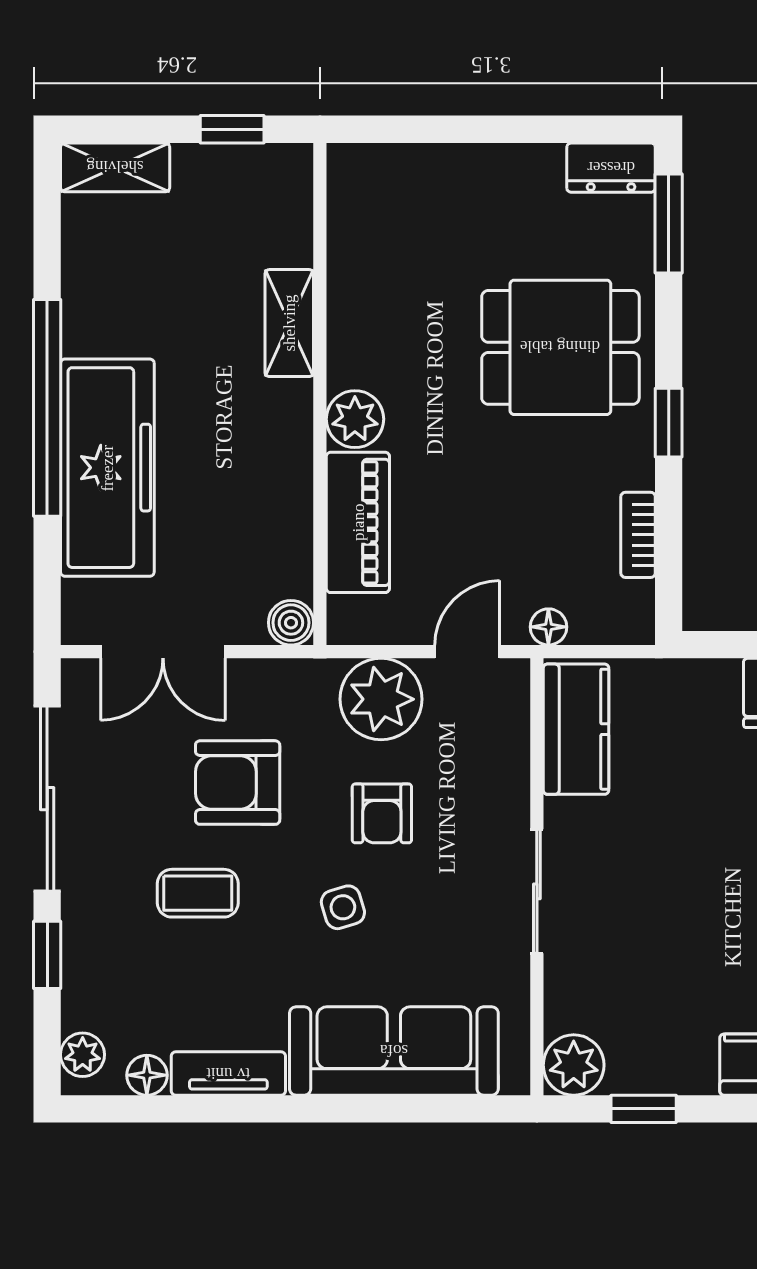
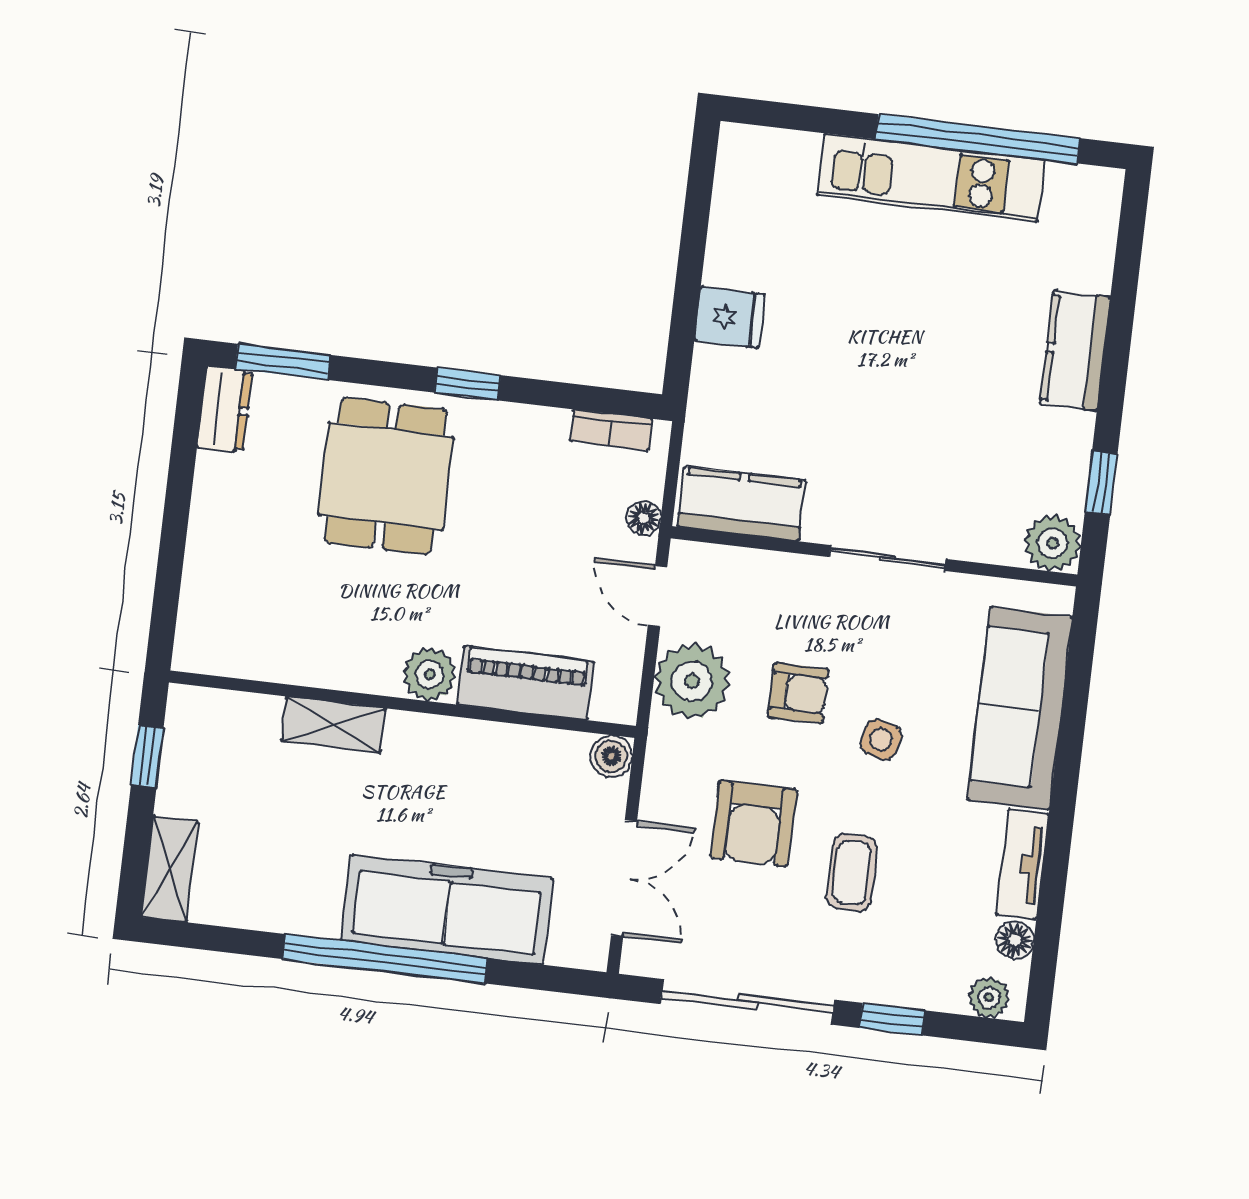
bookcase: (638, 535) -> (611, 430), moved
side table: (343, 907) -> (881, 740), turned 32

